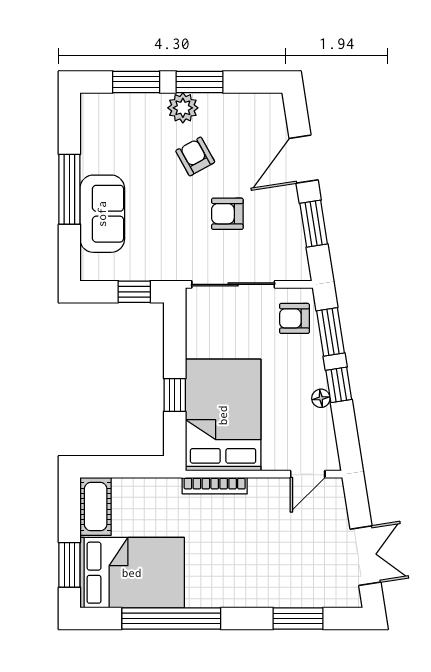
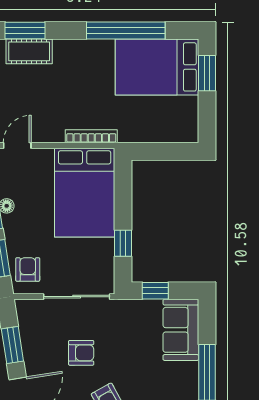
sofa: (102, 214) -> (181, 330), moved
armchair: (294, 318) -> (28, 269), turned -90
window: (175, 395) -> (123, 243), moved
cot: (96, 507) -> (29, 51), moved, turned 90

